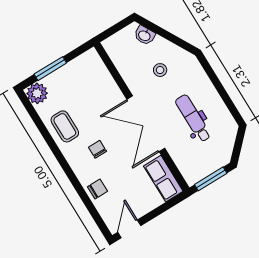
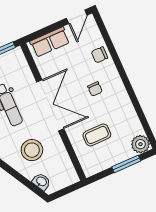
stool: (160, 70) -> (32, 150), width x1.89, depth x1.89
coffee table: (65, 126) -> (97, 135), moved, turned 90
row of seats: (163, 179) -> (50, 42), moved, turned 90

